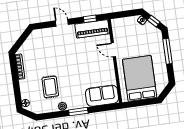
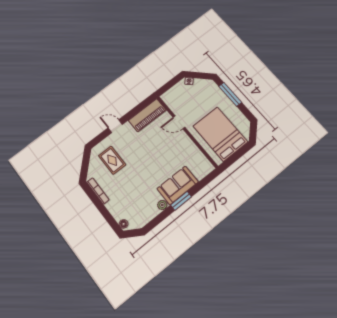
window: (90, 19) -> (140, 107), removed
window: (154, 21) -> (200, 76), removed
rug: (50, 87) -> (112, 160), moved
sofa: (102, 96) -> (178, 185), moved

